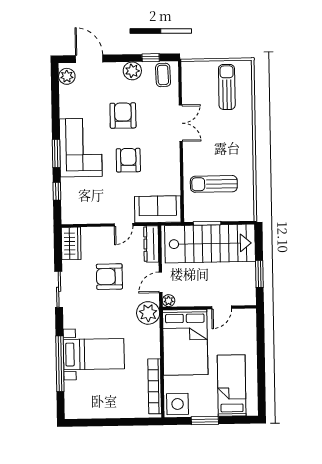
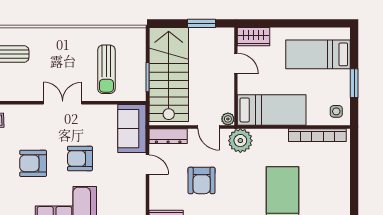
double door: (181, 123) -> (63, 103), moved
wardrobe: (248, 324) -> (254, 37), added
bed: (185, 342) -> (272, 110), width x0.67
side table: (178, 404) -> (336, 111), width x0.54, depth x0.54

